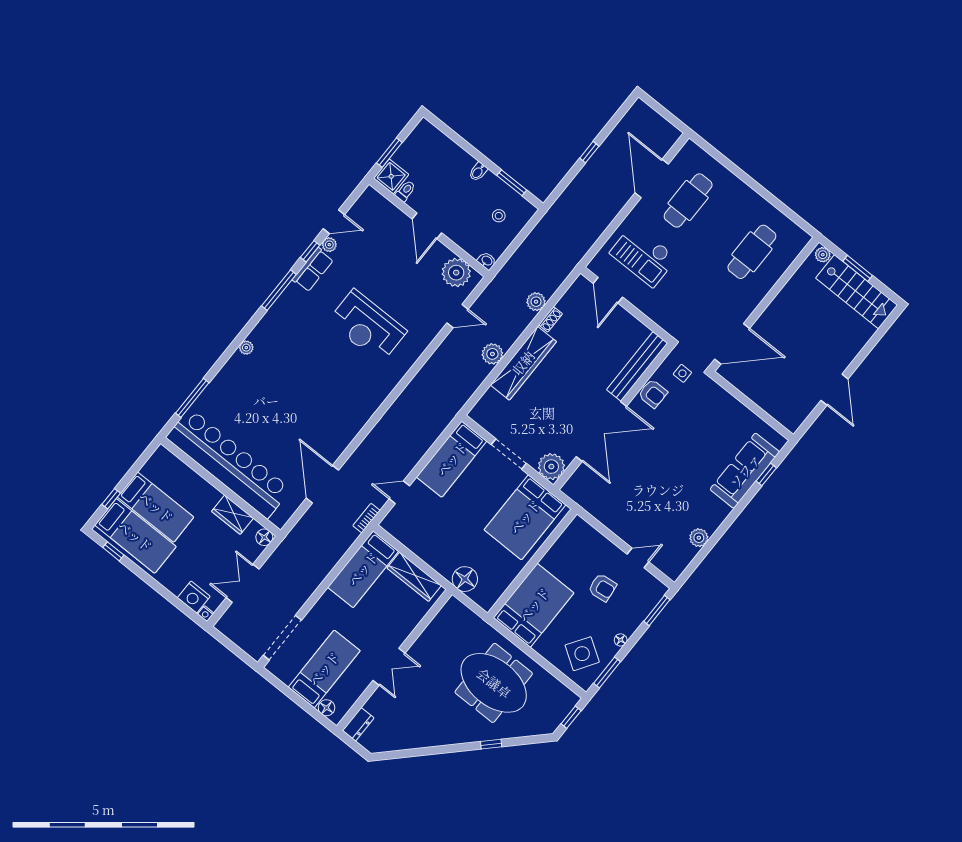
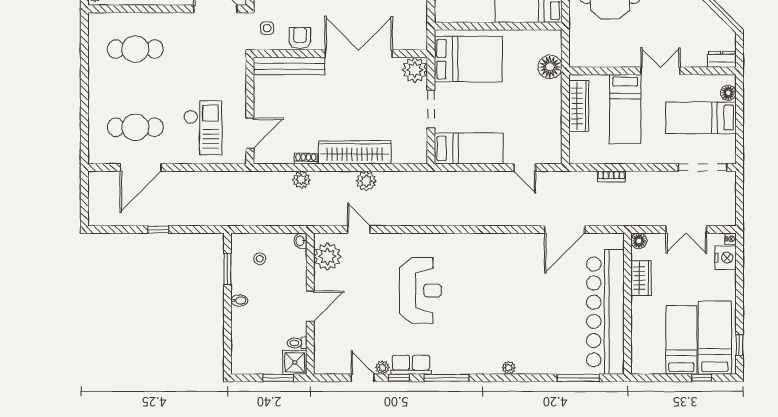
bookcase: (366, 518) -> (611, 177), moved
bed: (363, 569) -> (625, 109), moved, turned 90

